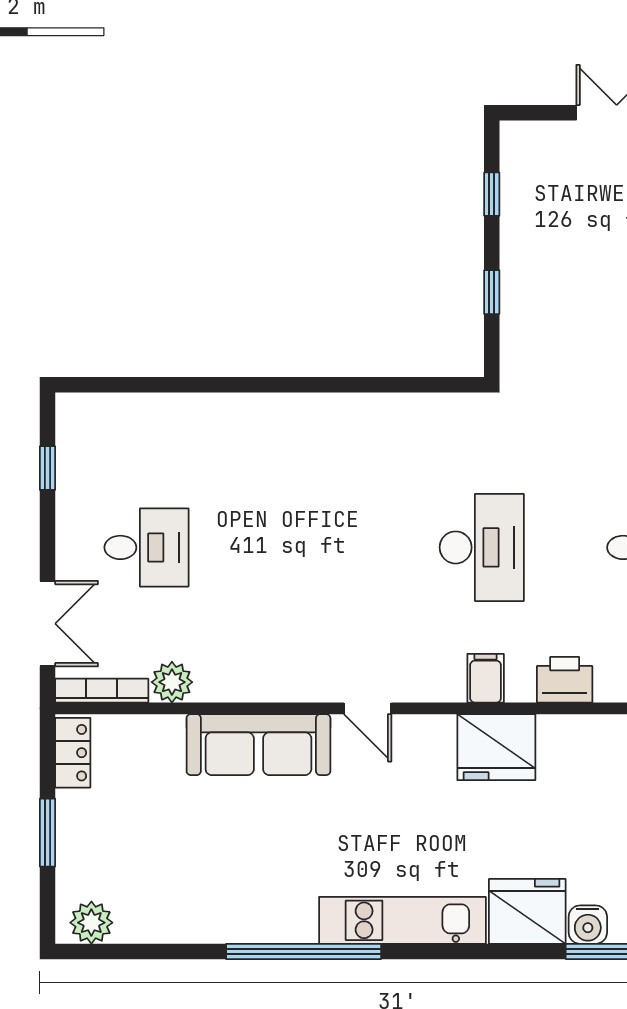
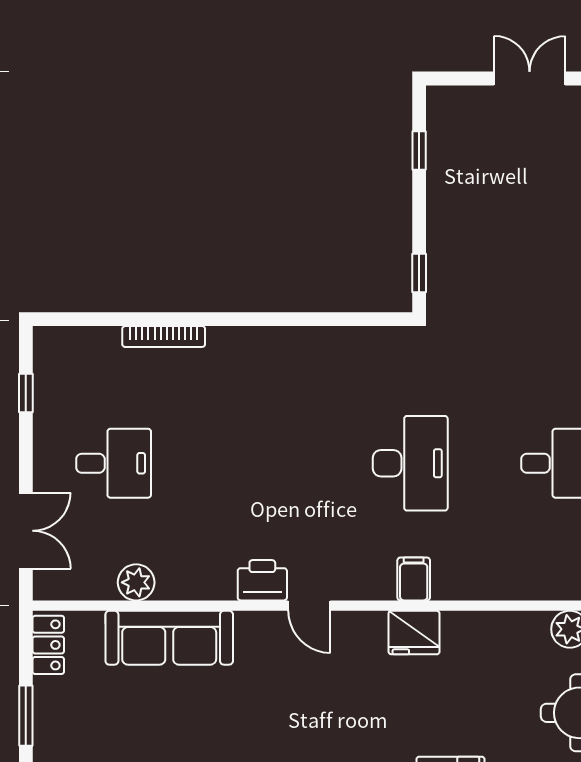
window: (492, 292) -> (419, 273), moved
printer: (565, 680) -> (262, 580), moved
bookcase: (102, 691) -> (164, 337), moved, turned 180
sofa: (258, 745) -> (169, 638), moved
fridge: (496, 747) -> (414, 633), width x0.73, depth x0.75

